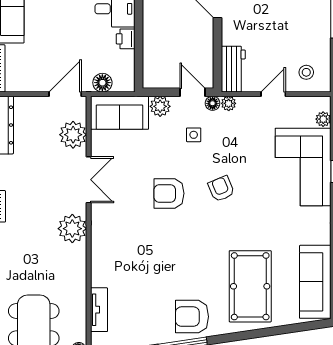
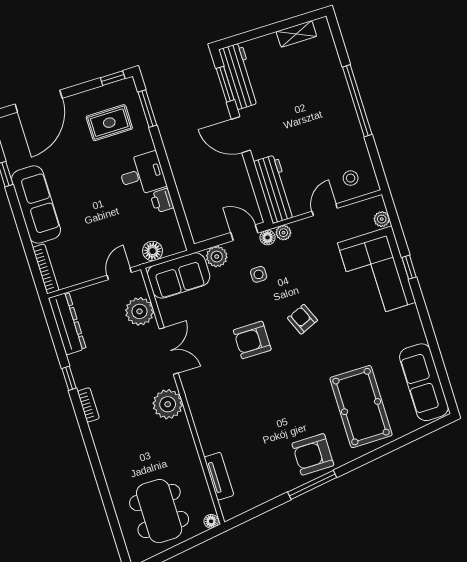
workbench: (233, 69) -> (275, 189), width x1.38
door: (65, 94) -> (119, 274), width x0.73

